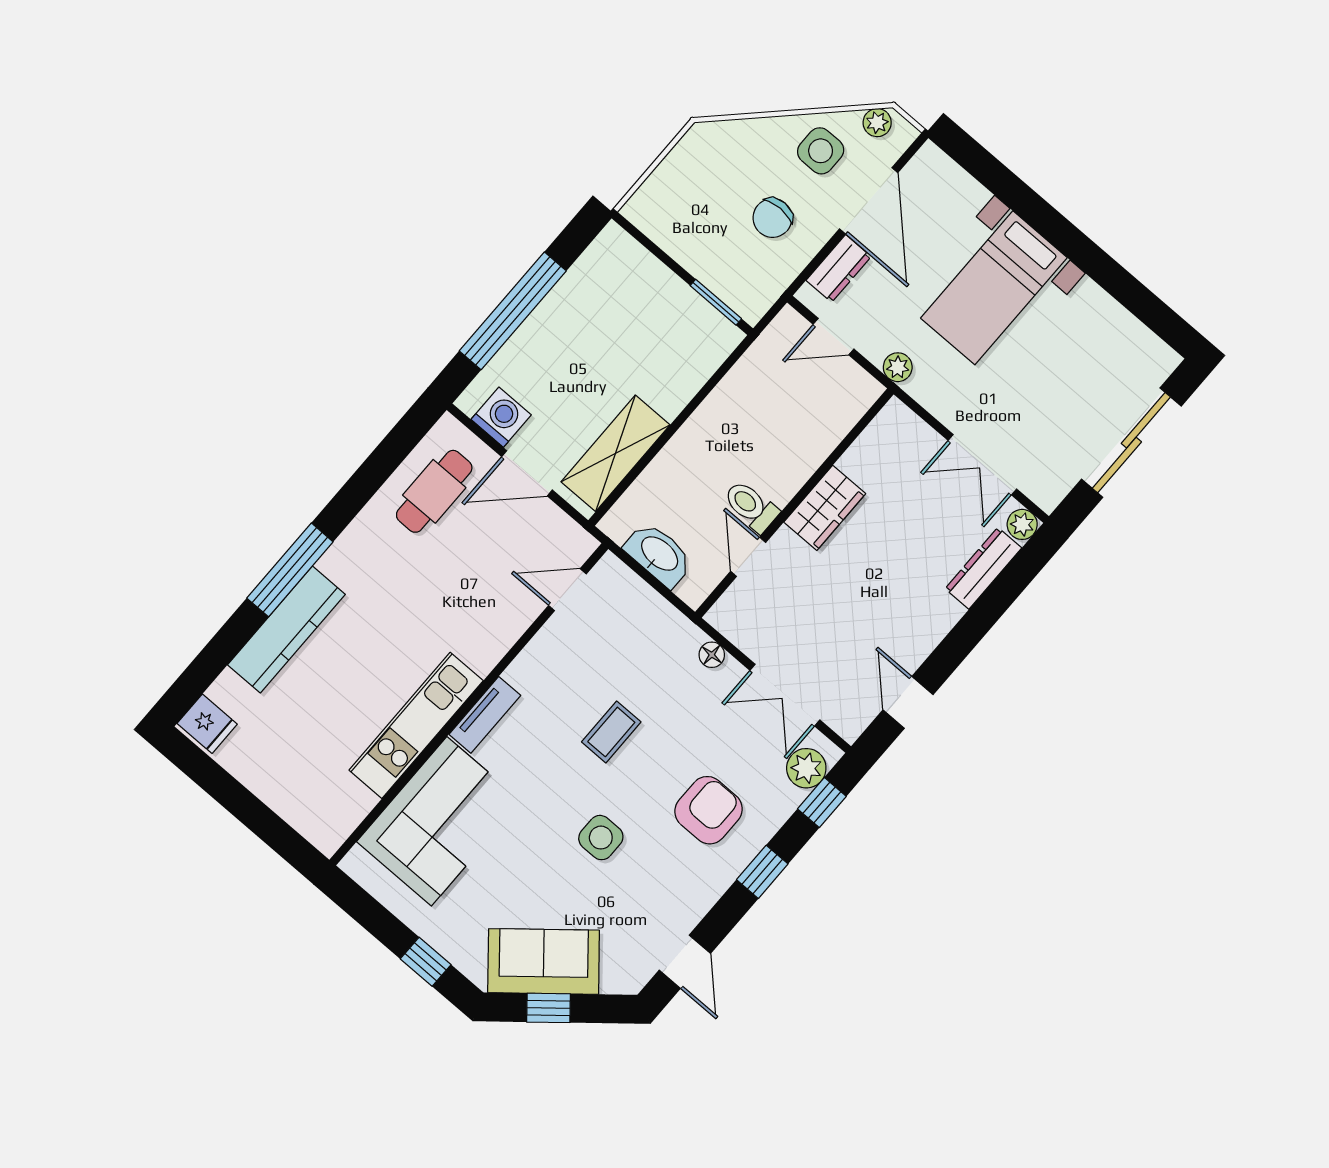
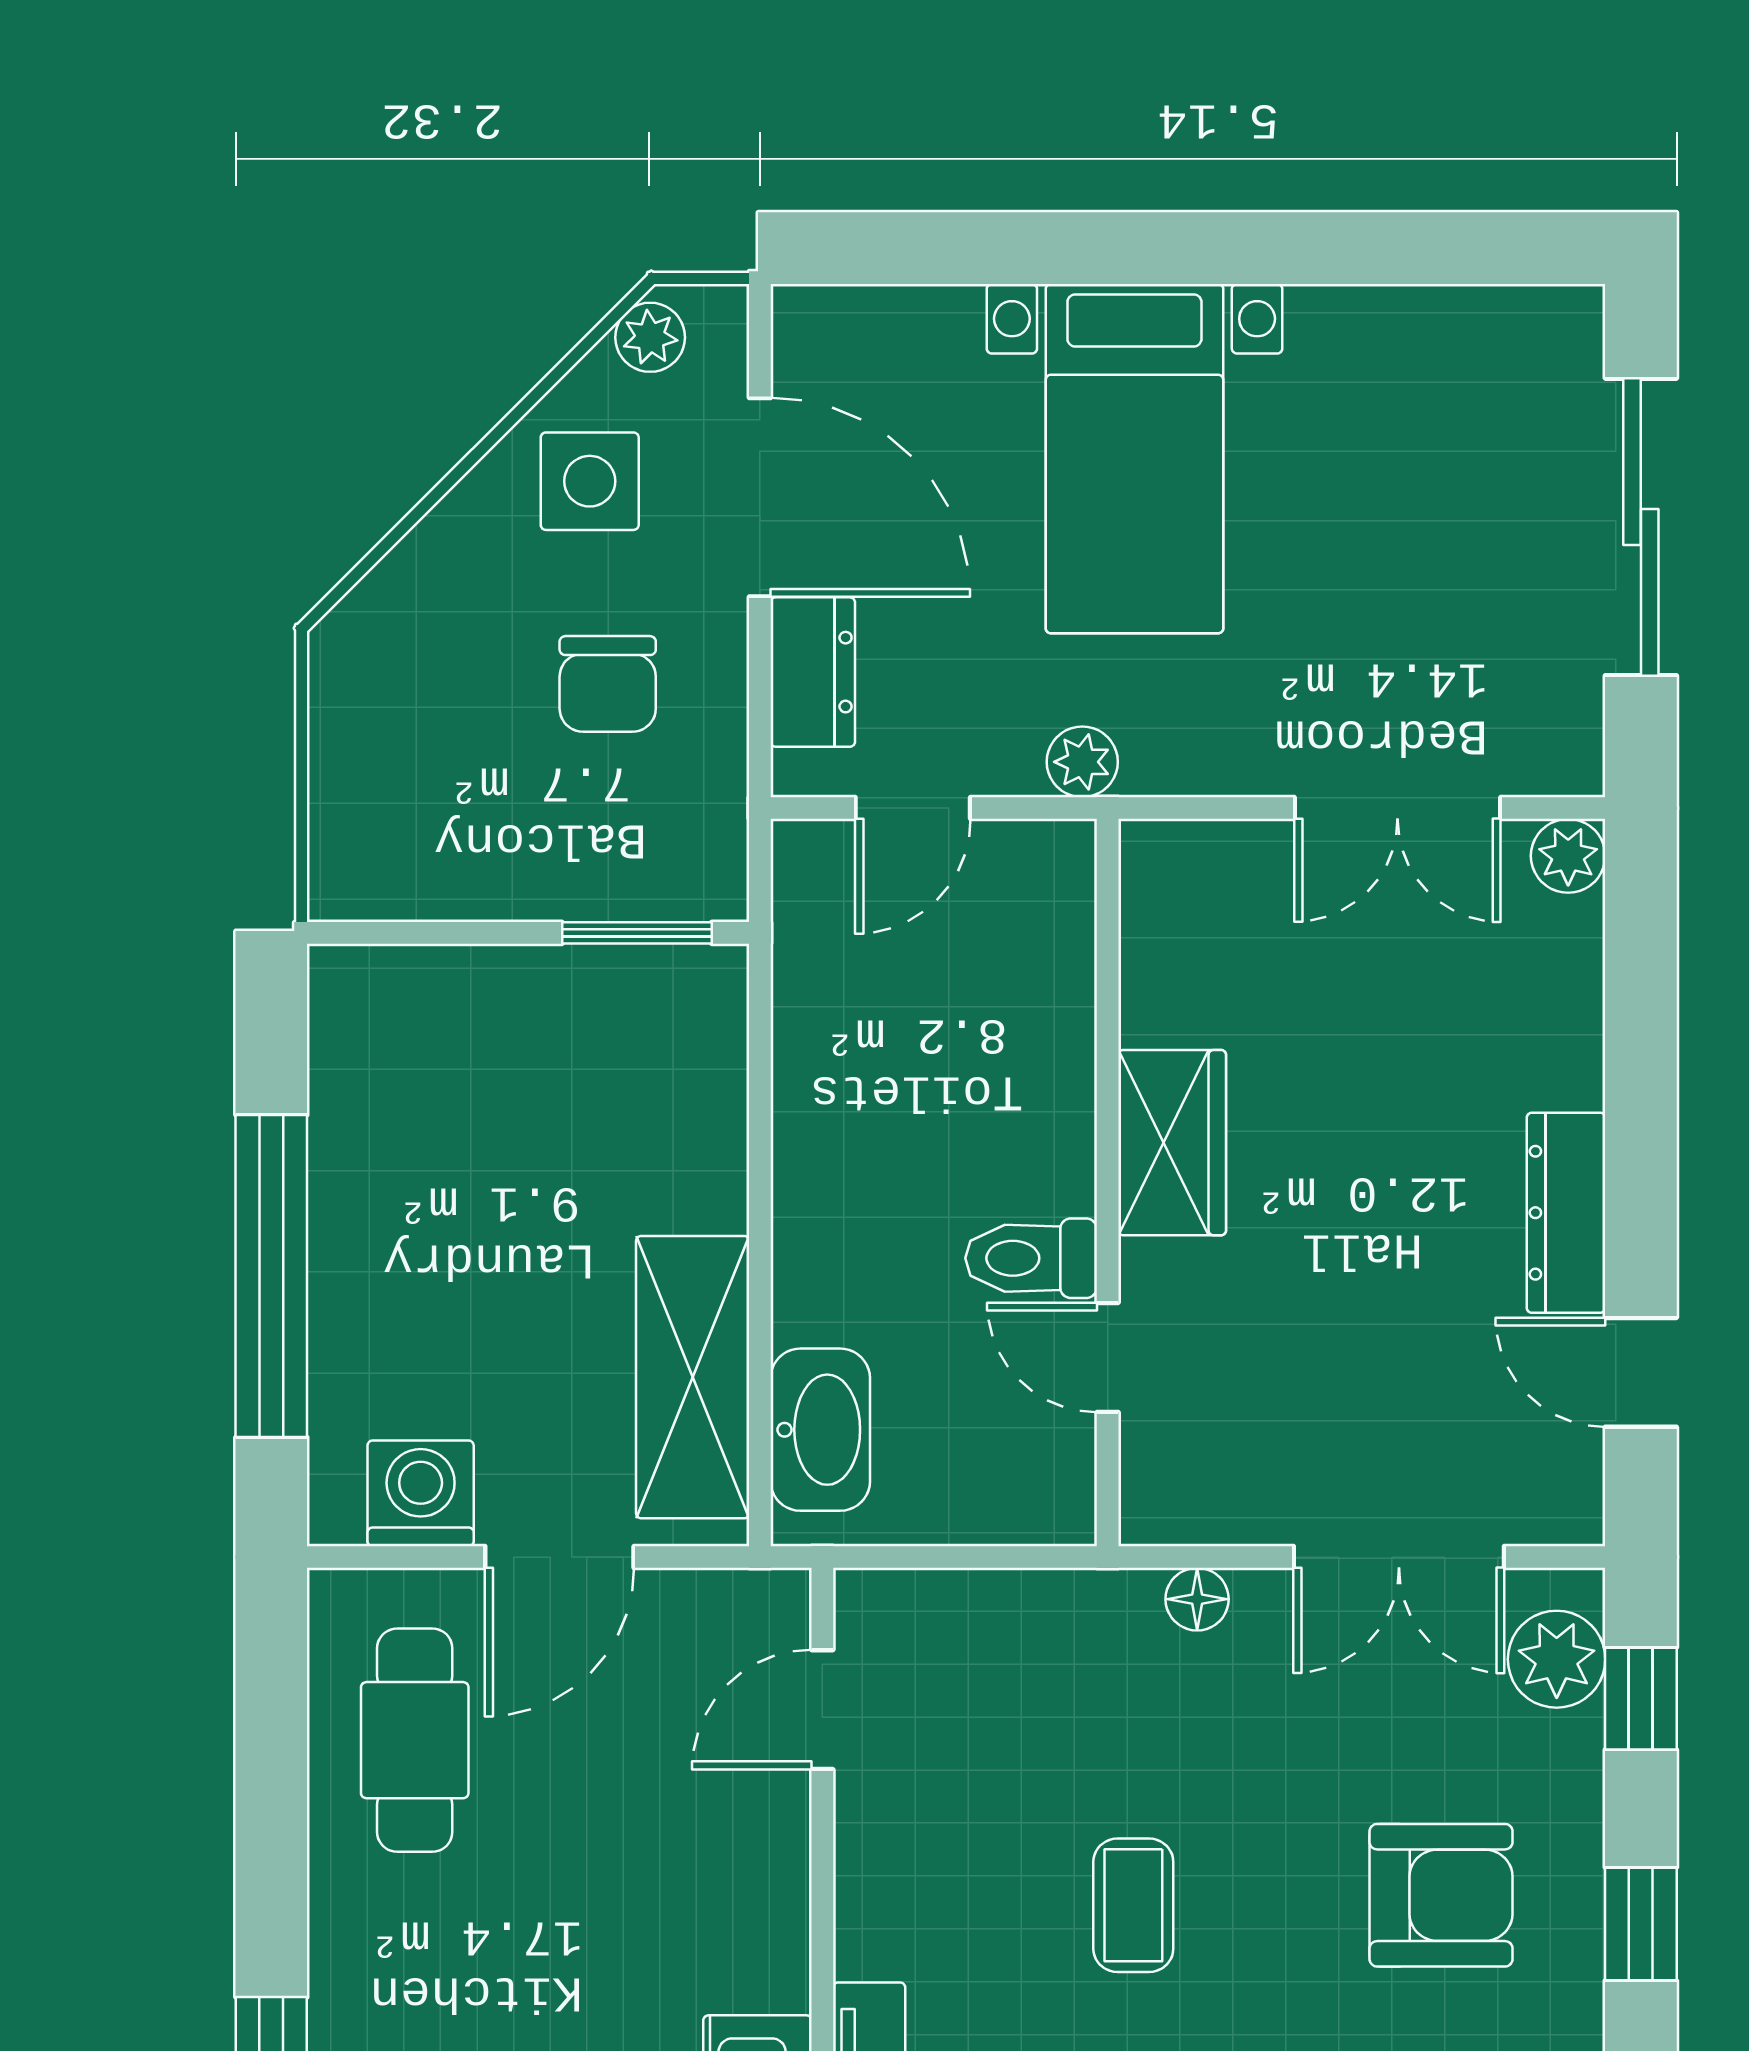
washbasin: (659, 554) -> (820, 1430), moved, turned 90
dresser: (983, 568) -> (1566, 1213), moved
armchair: (708, 810) -> (1441, 1895), turned 90

